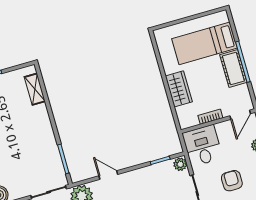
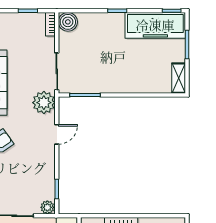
shelving: (35, 89) -> (179, 78), moved, turned 90

